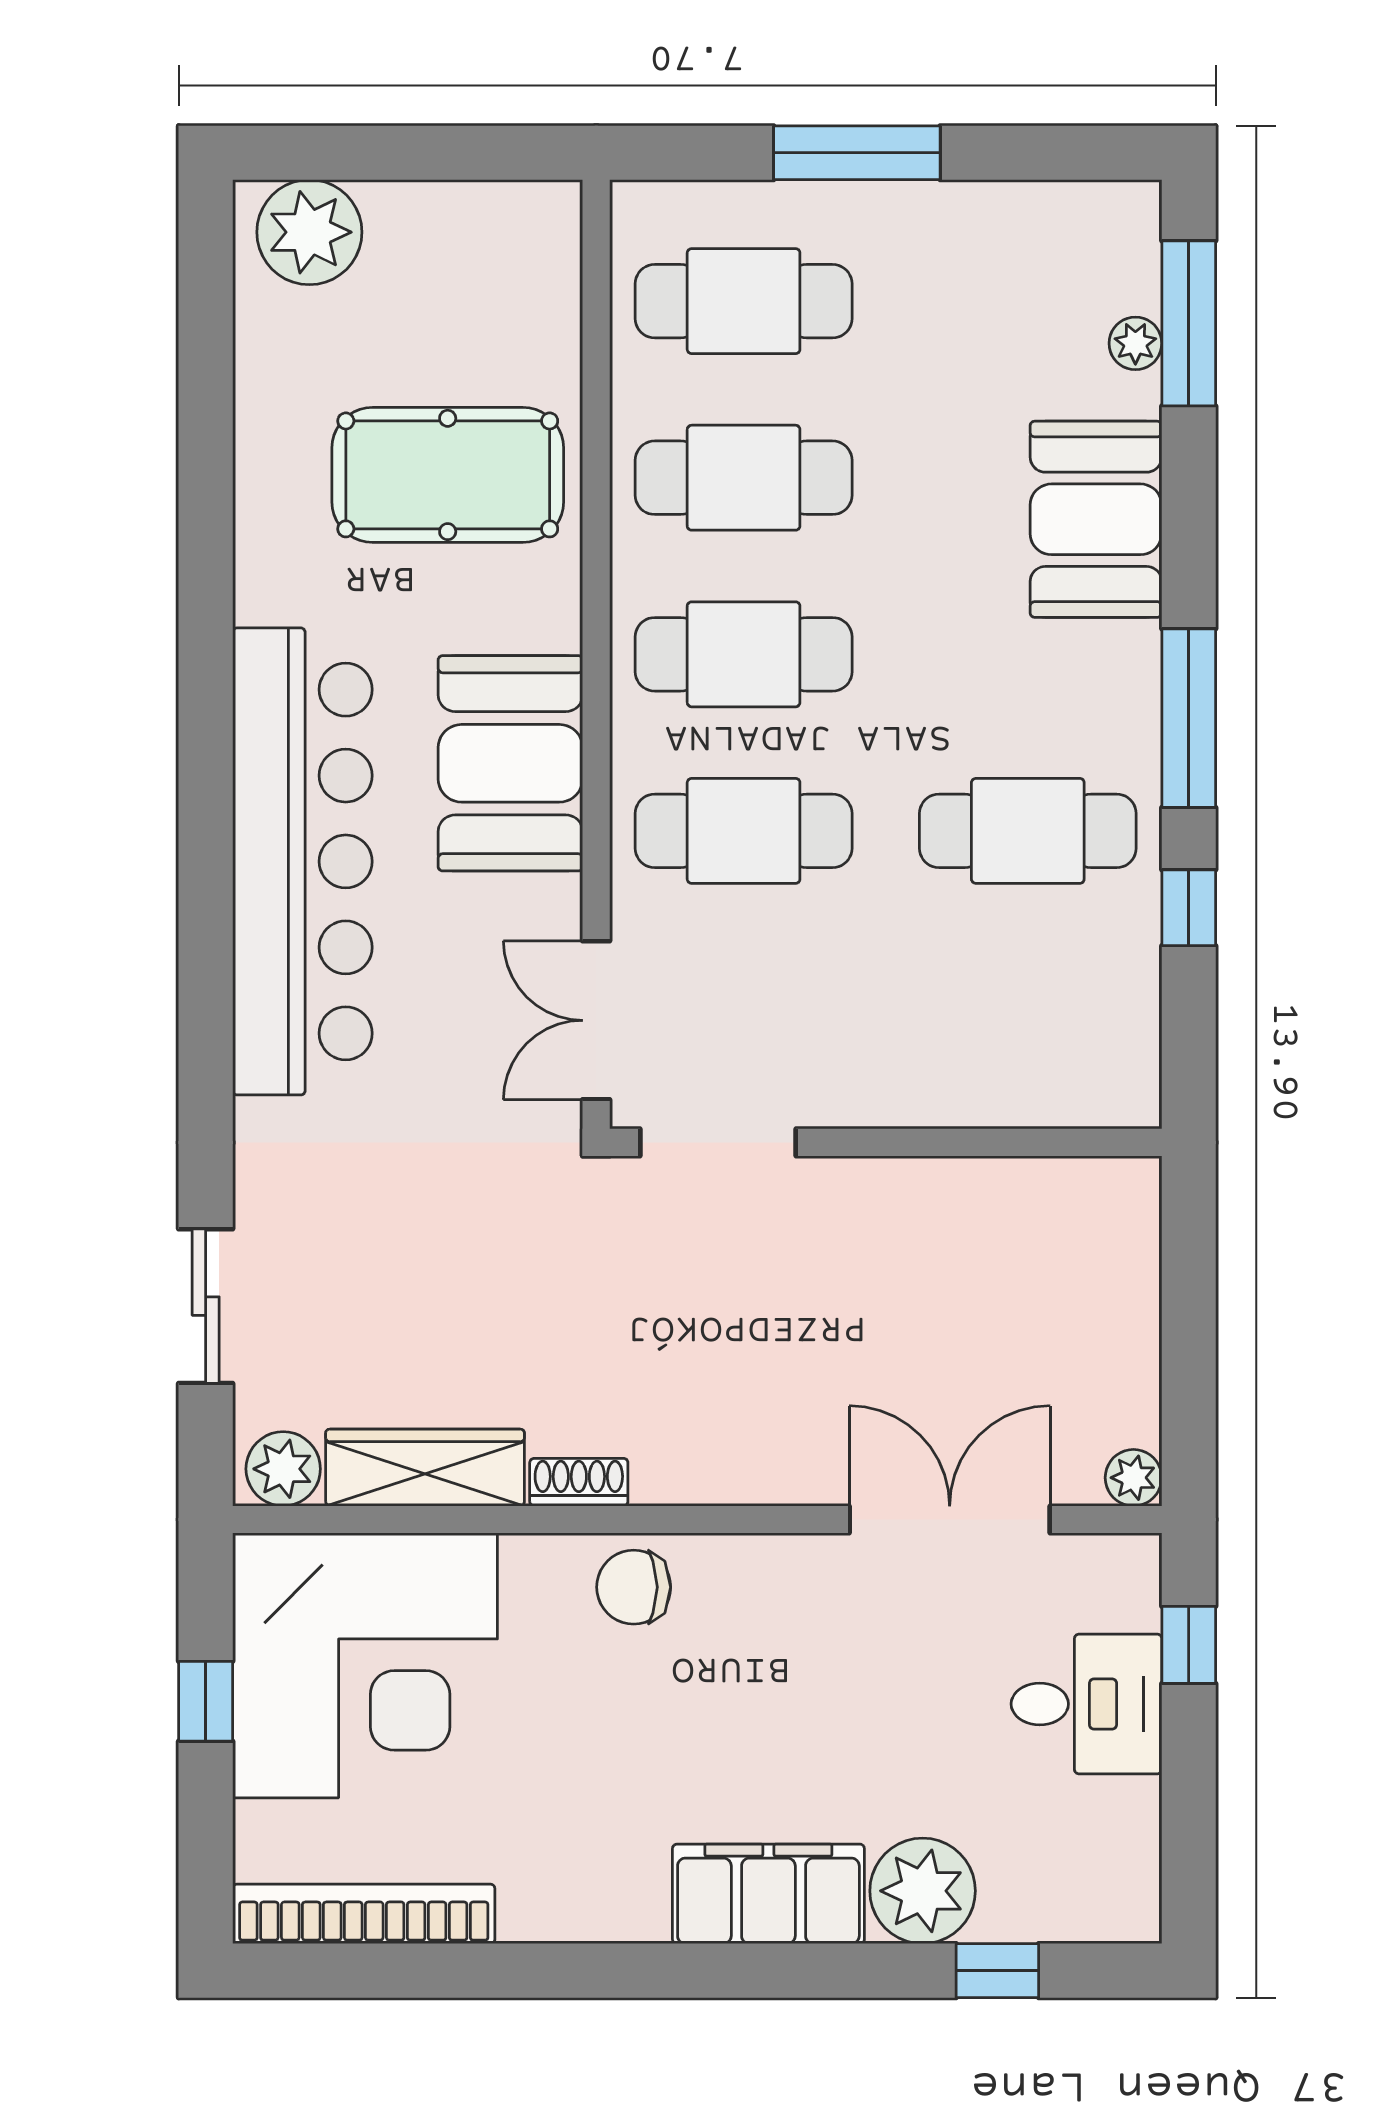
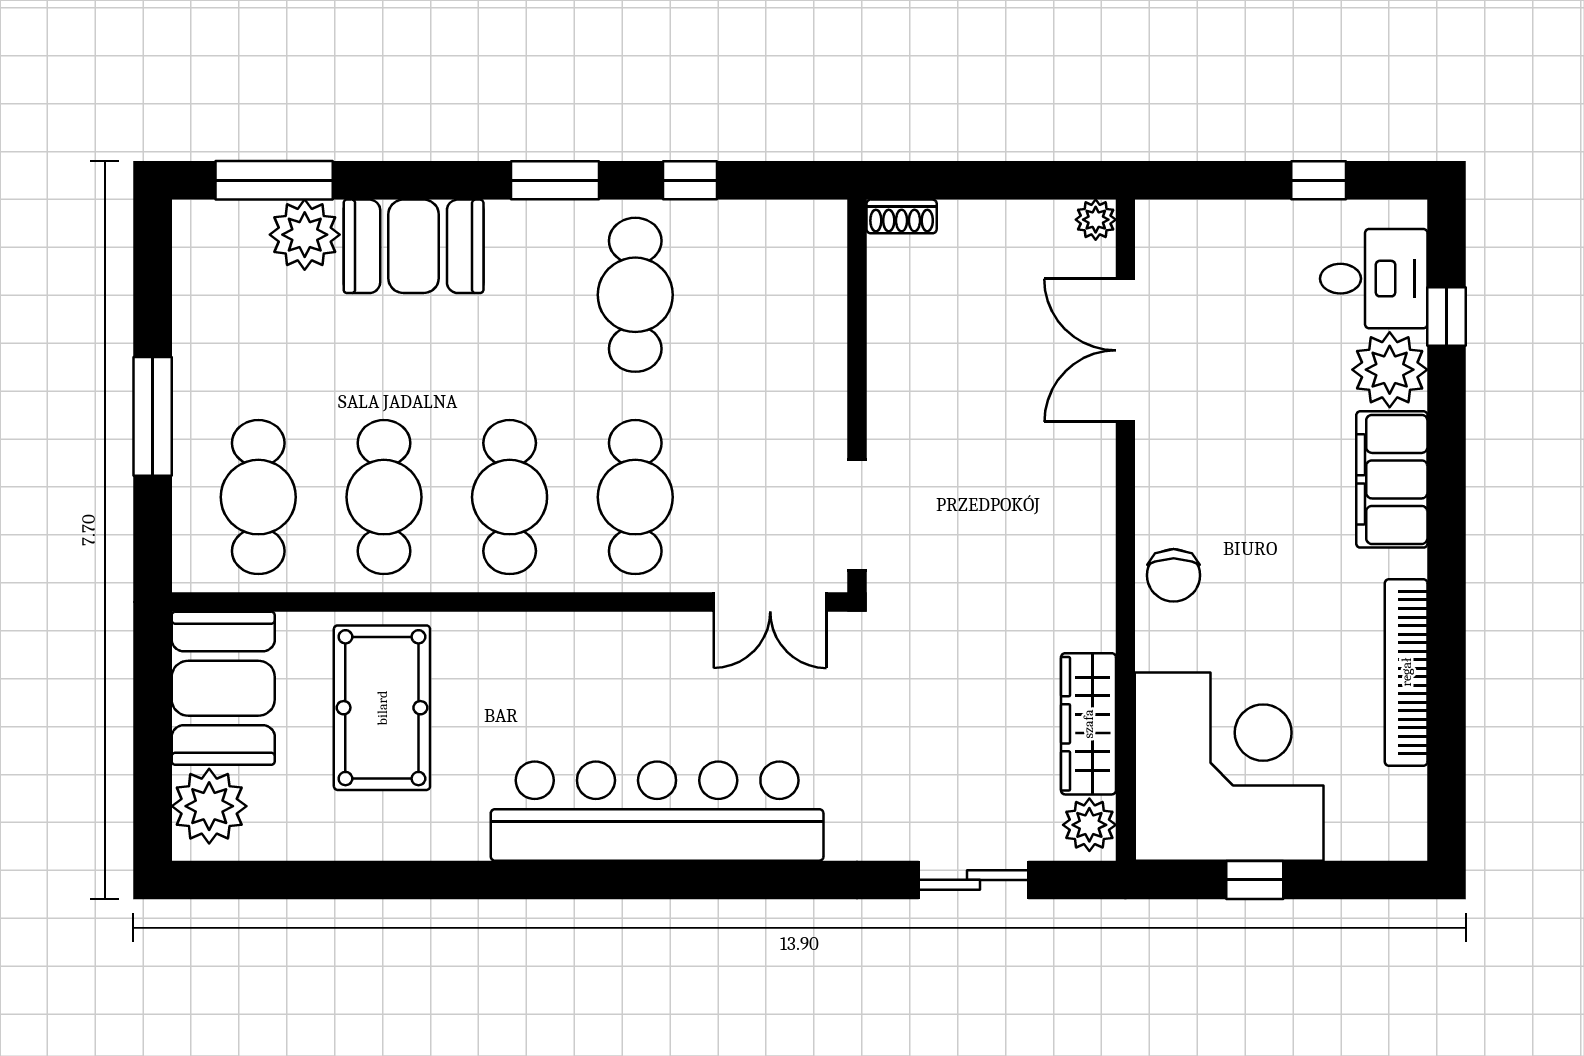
plant: (1135, 343) -> (305, 235), width x1.88, depth x1.88
window: (1189, 718) -> (555, 180), width x0.69
booth: (510, 763) -> (223, 688), moved, turned 90
shoe rack: (579, 1482) -> (902, 216), moved, turned -90
window: (1189, 1645) -> (1319, 180), moved
desk: (1086, 1704) -> (1374, 279), moved, turned 90
bookcase: (364, 1914) -> (1406, 672), moved

